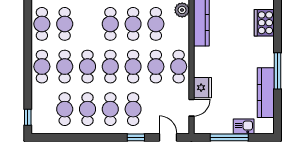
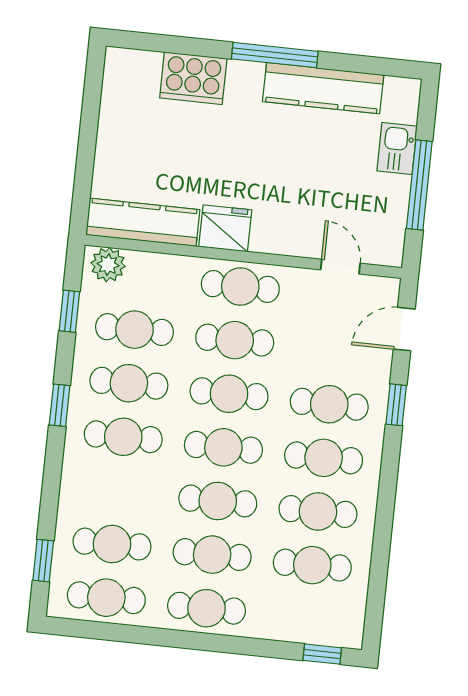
cooker: (264, 23) -> (193, 78), moved
fridge: (202, 88) -> (225, 228), moved

